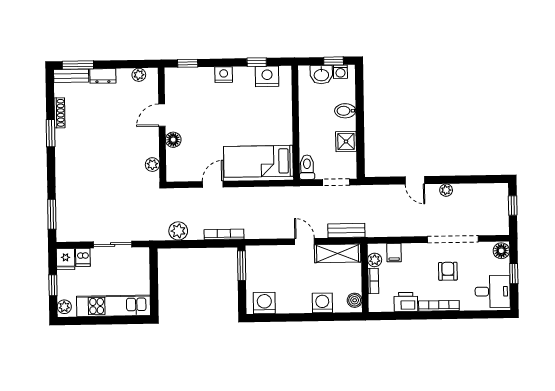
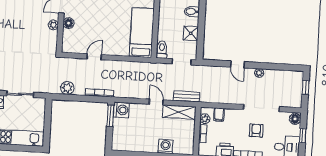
bed: (258, 161) -> (142, 33), moved, turned 90
plant: (152, 165) -> (53, 25), moved
boiler: (355, 300) -> (189, 146), removed
washing machine: (264, 303) -> (121, 110), moved, turned 90

